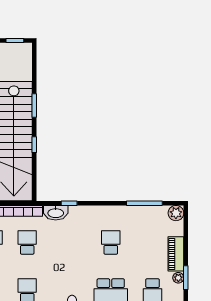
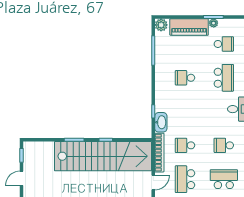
piano: (176, 254) -> (189, 27), width x1.37, depth x1.33

